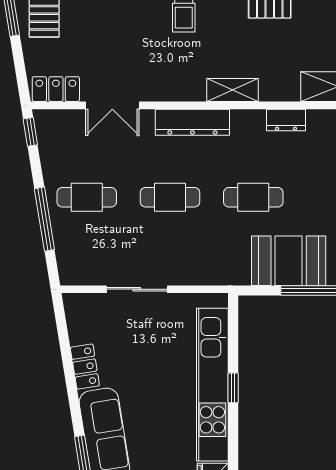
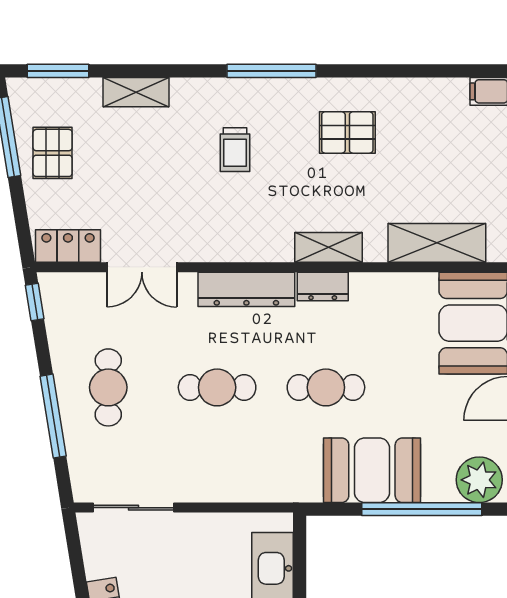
shelving: (233, 90) -> (328, 247), moved
dresser: (286, 120) -> (323, 286), moved
cafe table: (87, 197) -> (108, 387), turned 90
sliding door: (137, 289) -> (133, 508), moved

